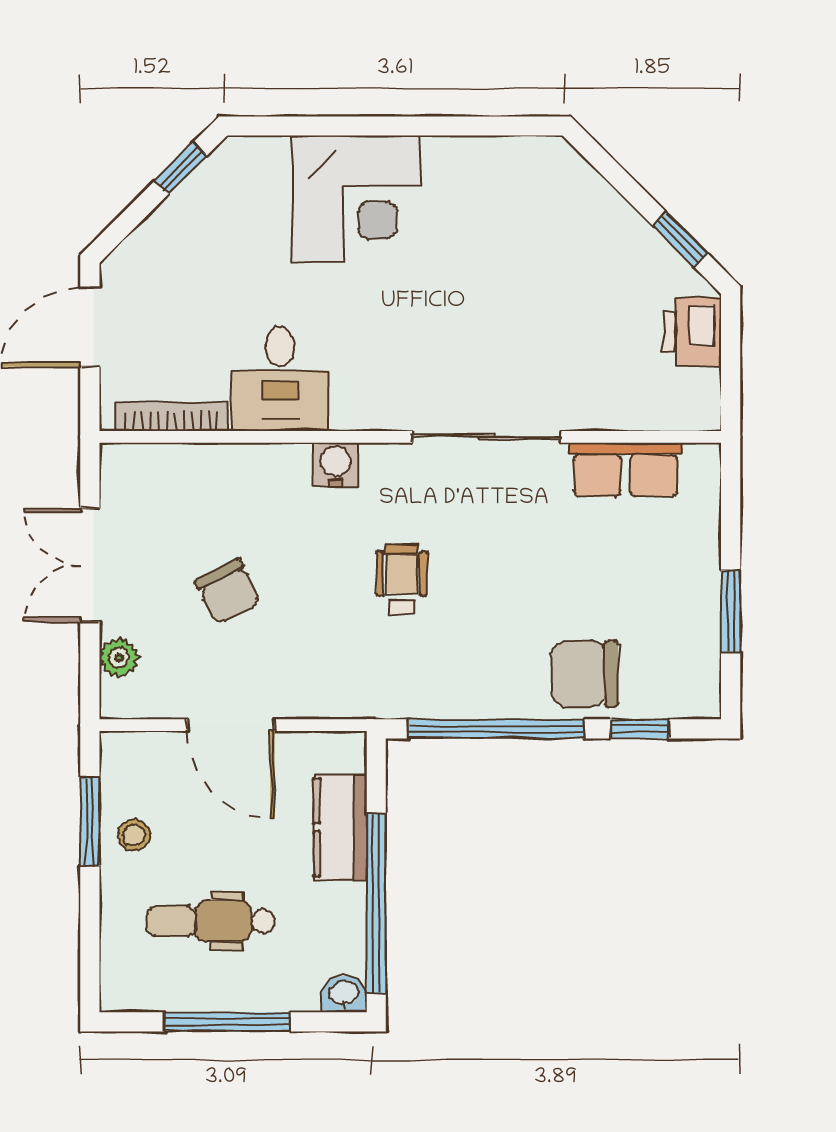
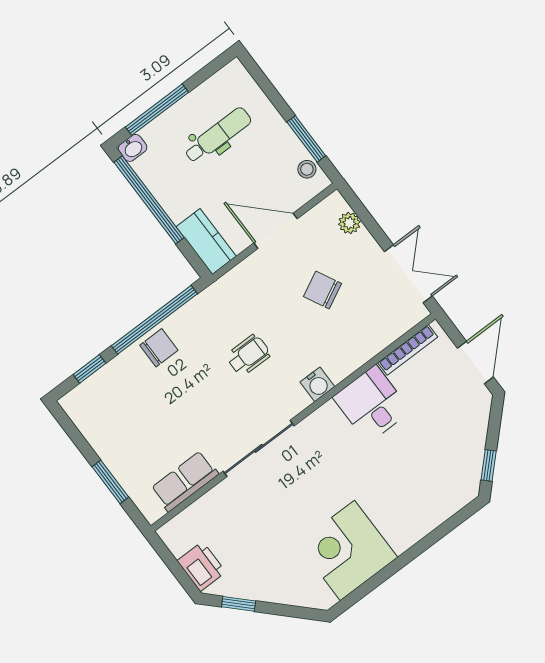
corner desk: (356, 199) -> (347, 550), moved
double door: (90, 565) -> (408, 274), moved
wheelchair: (402, 579) -> (248, 355), turned -90
window: (731, 611) -> (110, 482), moved
chair: (585, 674) -> (159, 348), moved, width x0.73, depth x0.73
kitchen counter: (340, 828) -> (206, 242), moved
stool: (134, 835) -> (307, 169), moved
window: (227, 1022) -> (157, 110), moved

